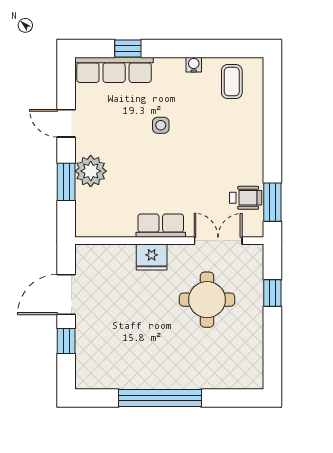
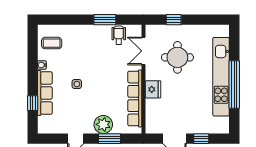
row of seats: (114, 70) -> (45, 93), moved
window: (272, 202) -> (105, 20), moved
row of seats: (161, 226) -> (135, 98), width x2.02
kitchen unit: (174, 375) -> (221, 77), added

